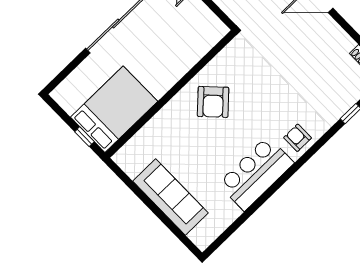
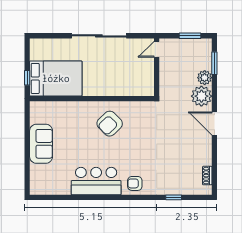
armchair: (298, 138) -> (135, 183), turned -90
sofa: (171, 197) -> (41, 144), width x0.73

